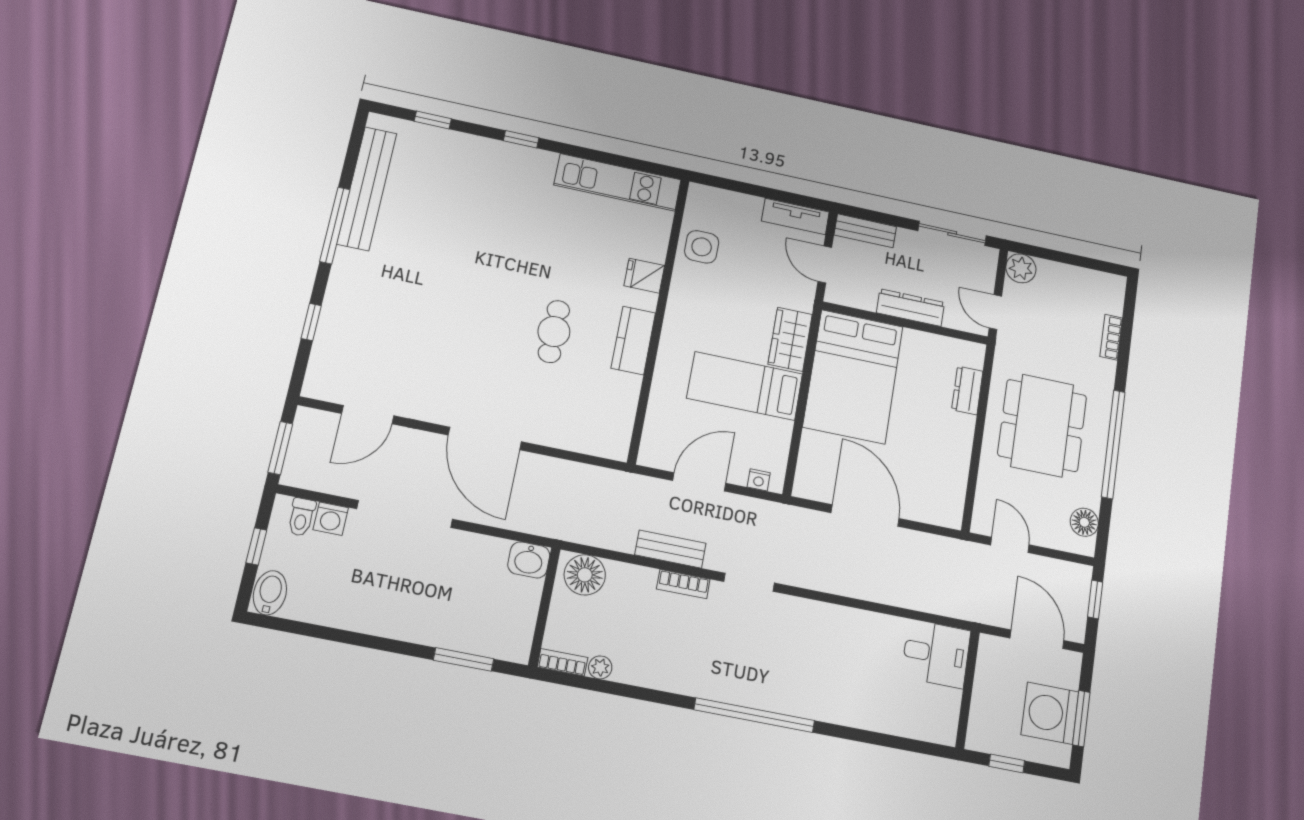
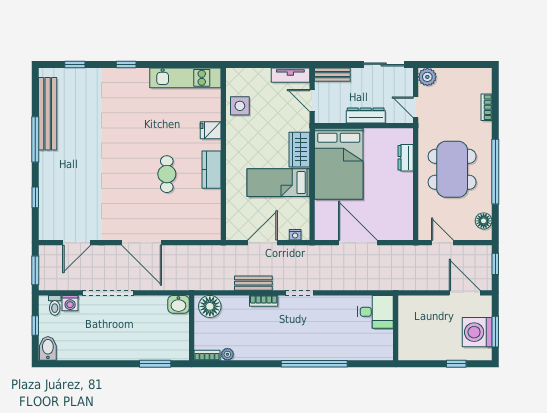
desk: (936, 654) -> (375, 312), moved
wall: (968, 689) -> (396, 328), moved

